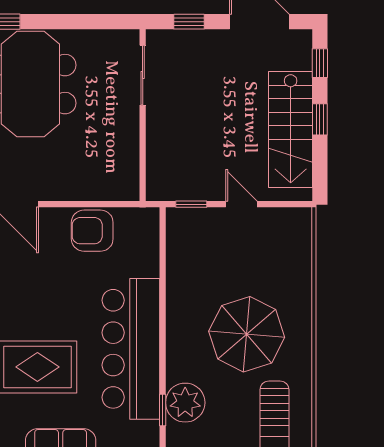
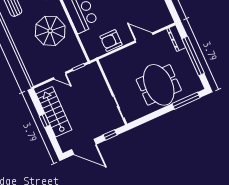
window: (320, 63) -> (54, 142), removed
armchair: (92, 231) -> (111, 41), turned 180
parasol: (247, 334) -> (50, 31), moved

